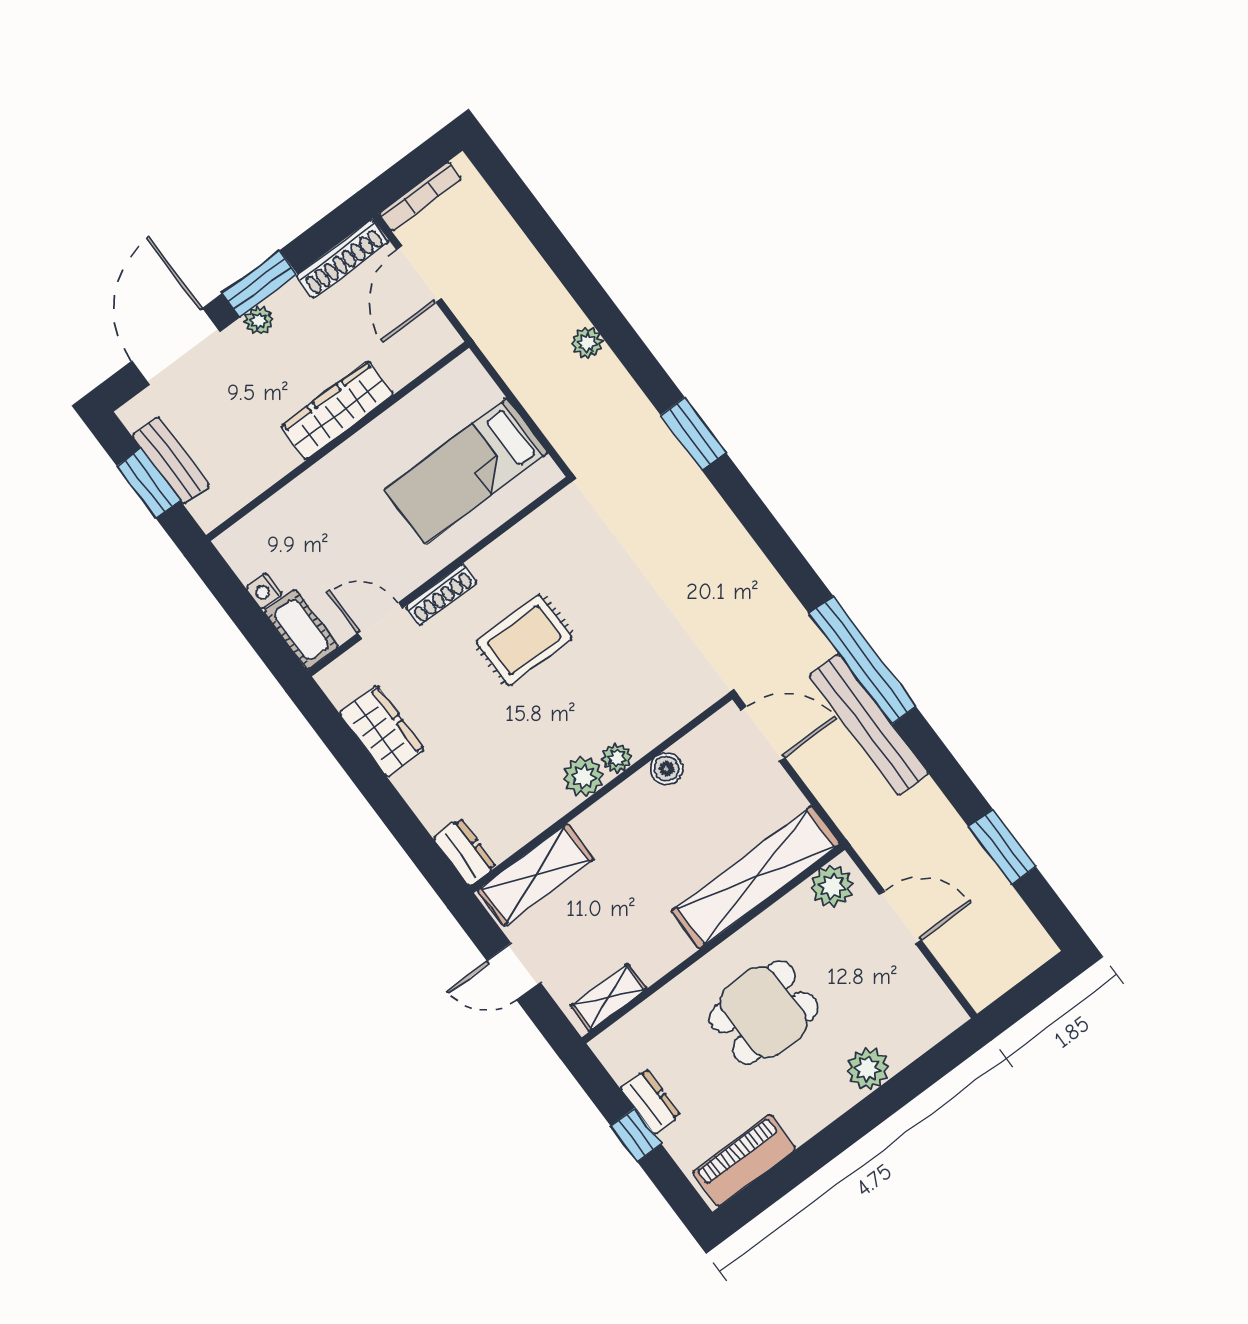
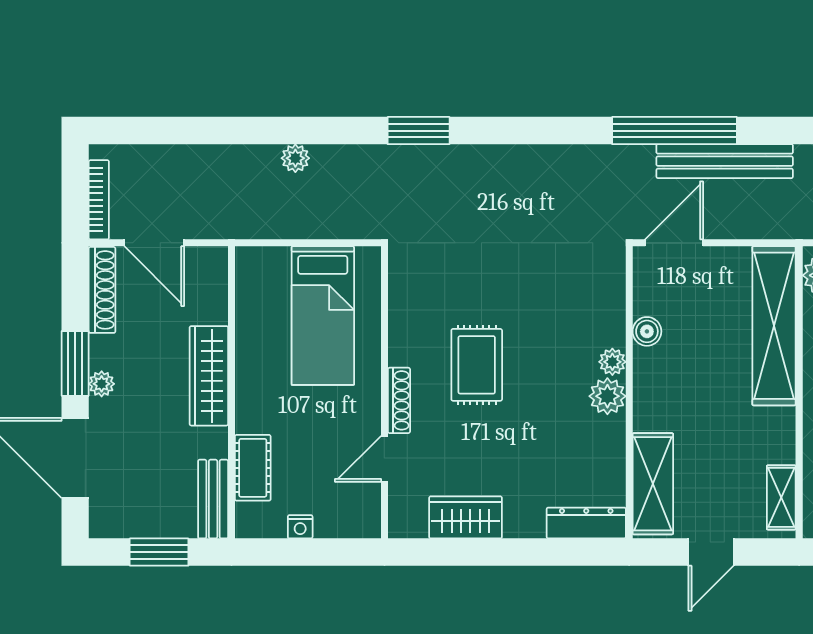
bench: (171, 460) -> (213, 499), moved, turned 90
cot: (301, 629) -> (253, 468), moved, turned 90
dresser: (465, 852) -> (586, 523), width x1.44

